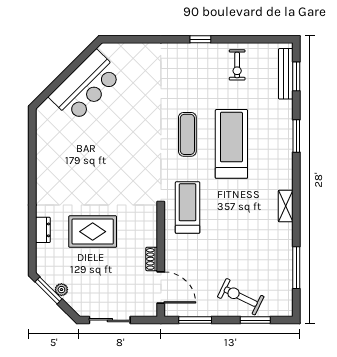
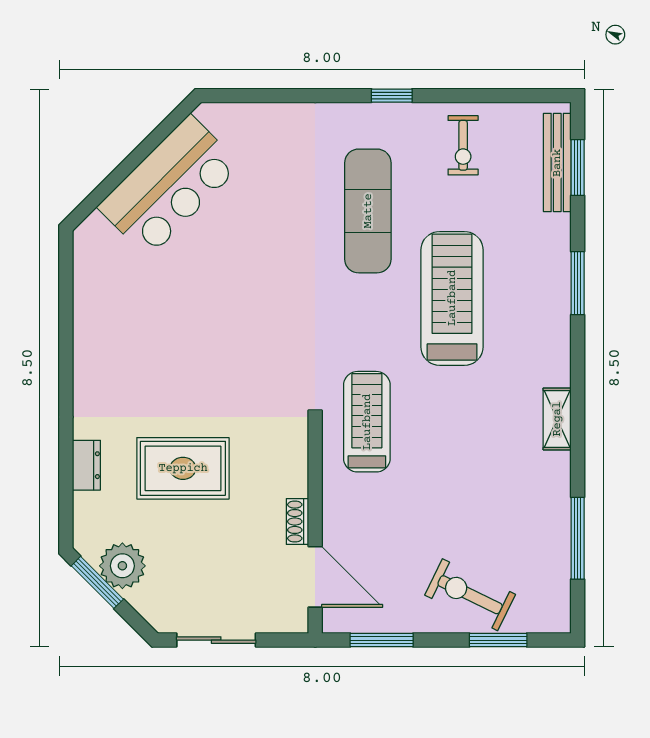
exercise mat: (187, 134) -> (368, 211), moved, width x1.36, depth x1.45
plant: (61, 290) -> (122, 566), width x1.88, depth x1.88

